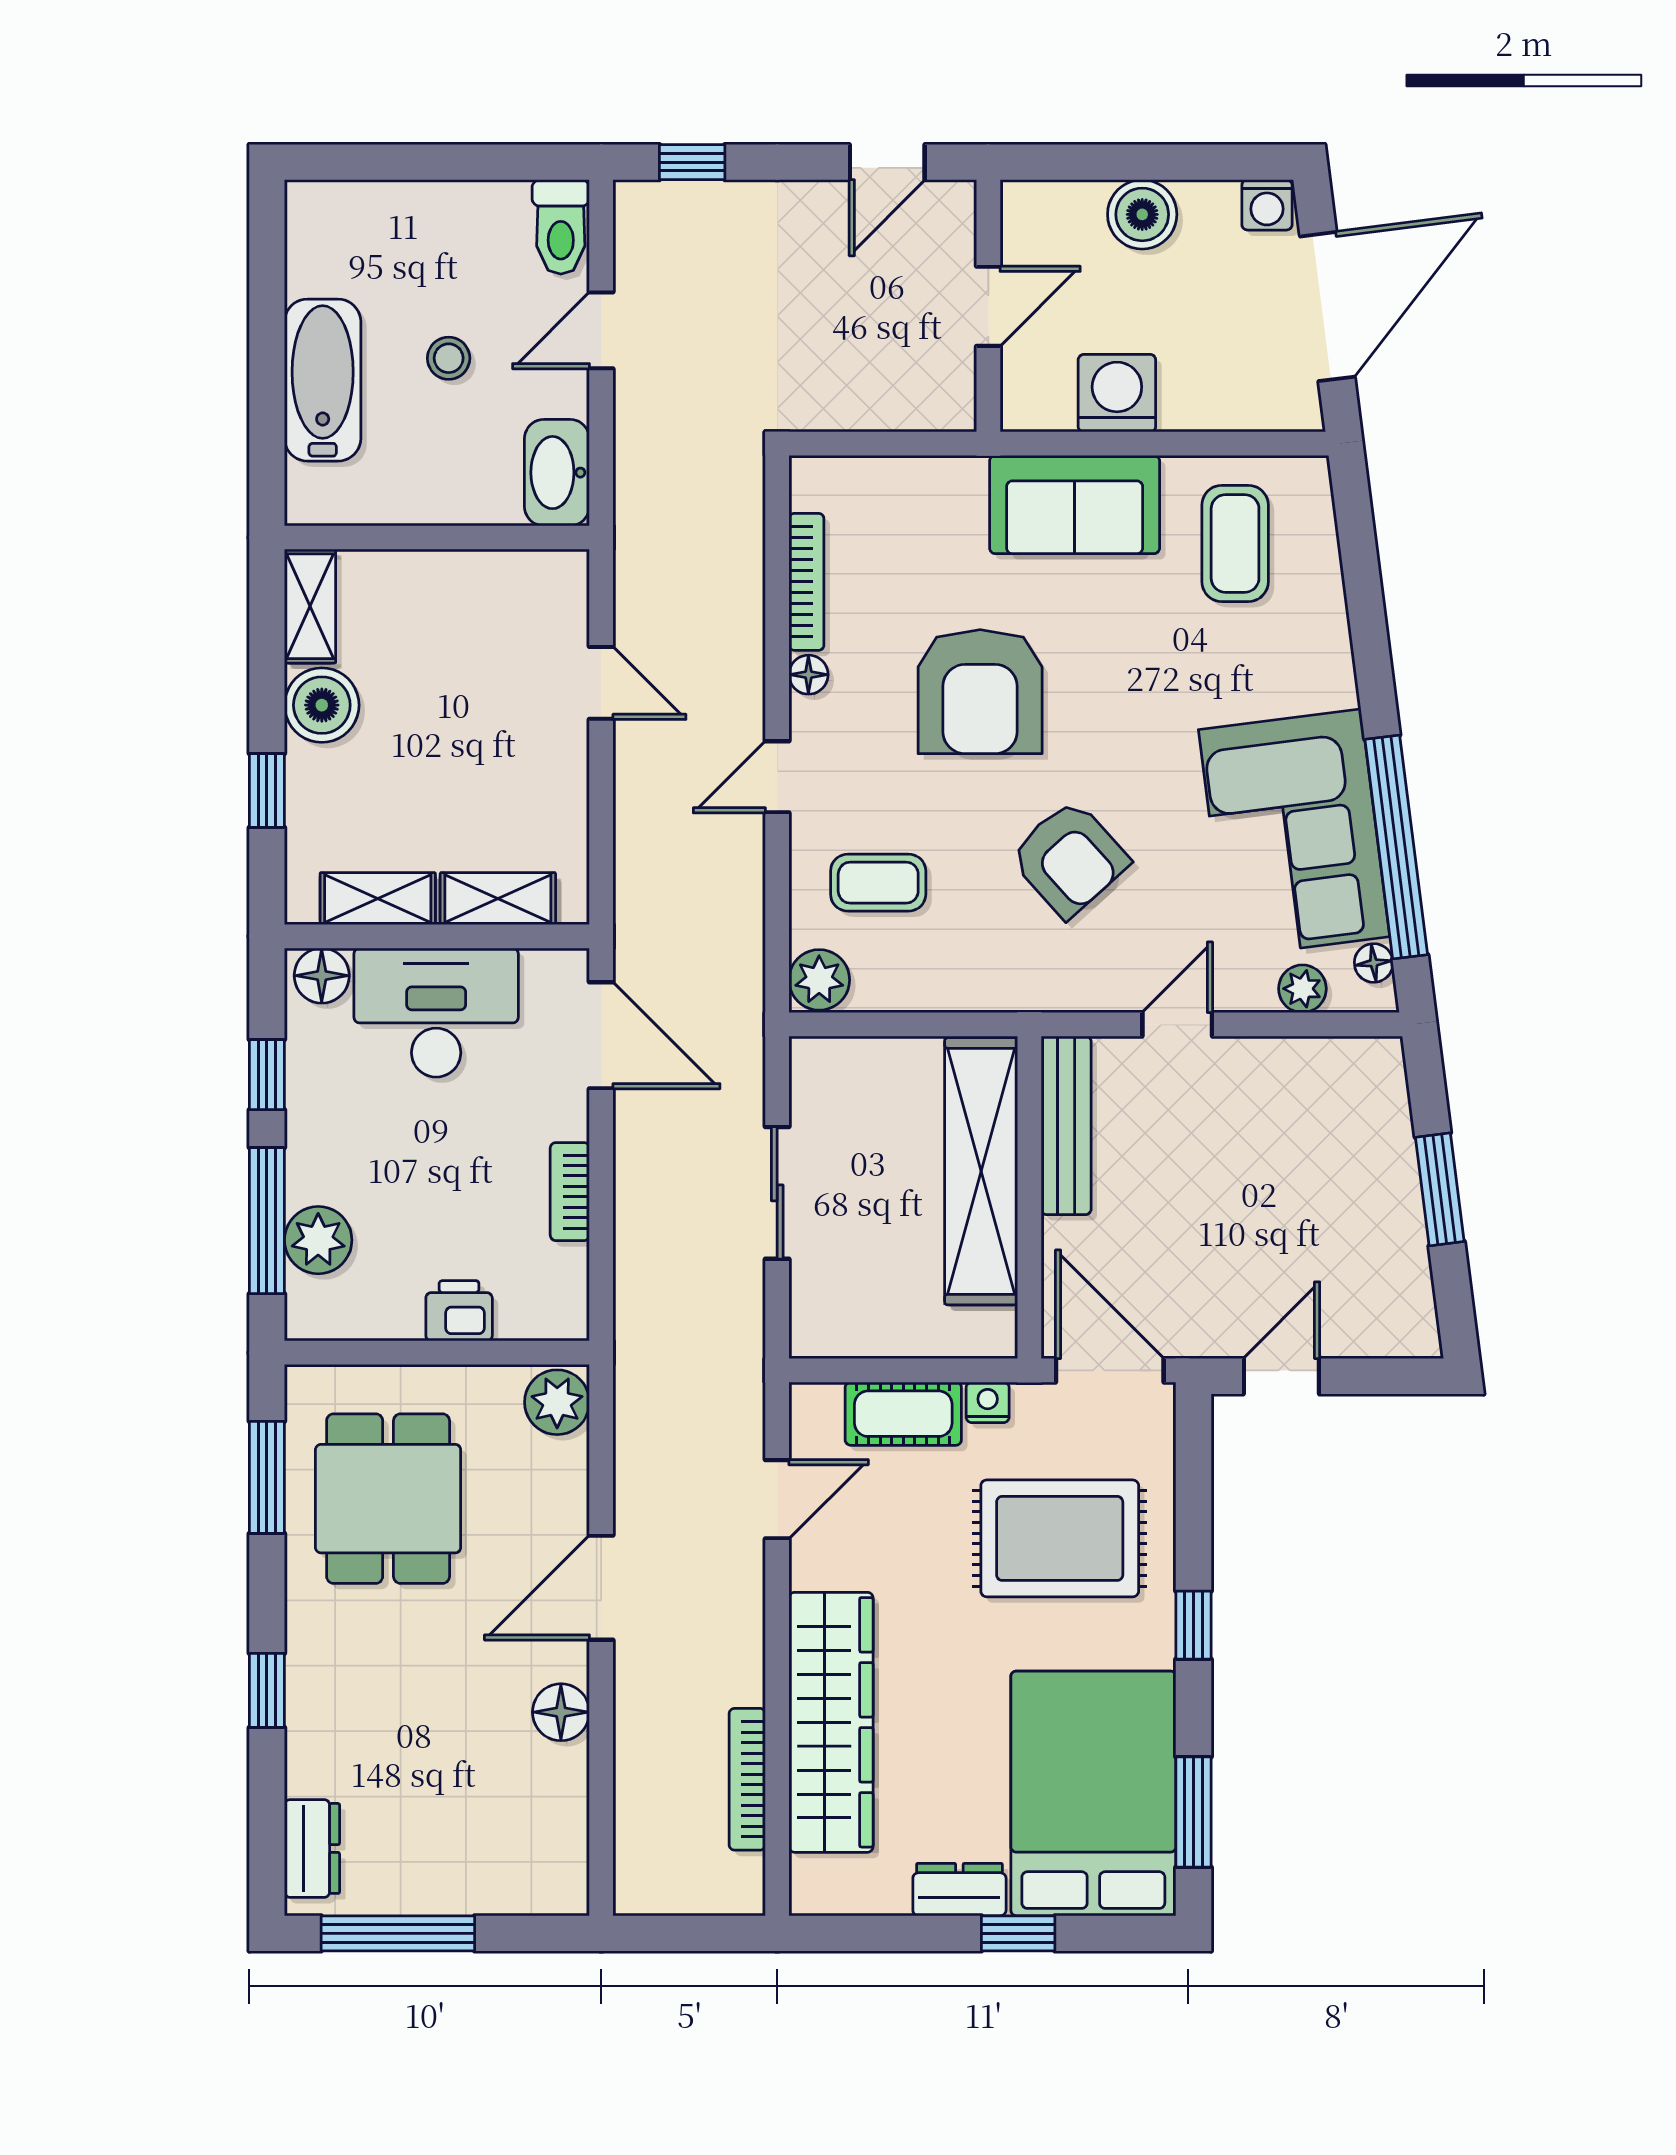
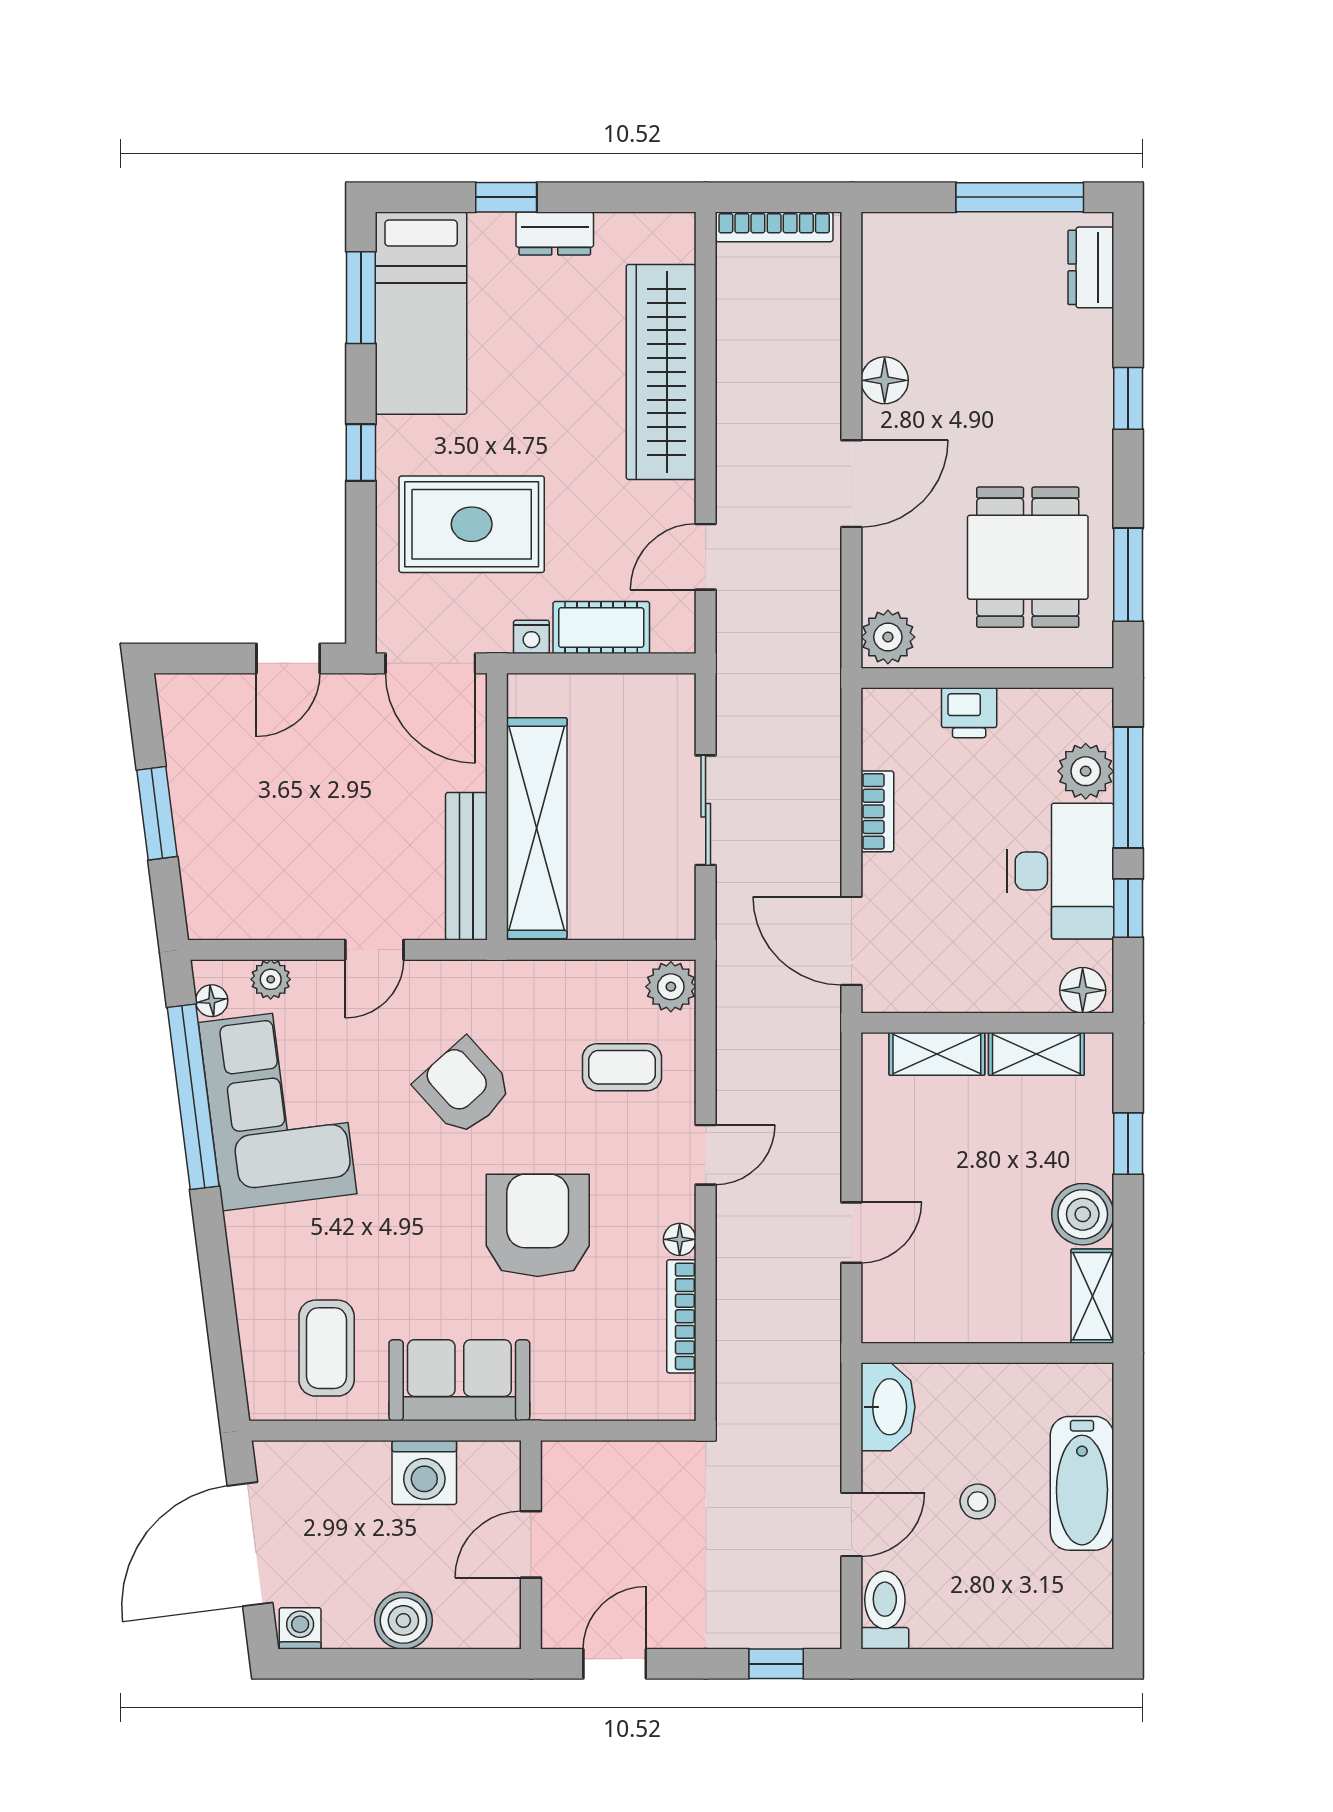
door: (601, 683) -> (851, 1233), swing flipped
desk: (436, 1013) -> (1060, 871), moved, turned -90
bookcase: (747, 1779) -> (774, 227), moved, turned 90
bed: (1093, 1793) -> (421, 313), width x0.67

